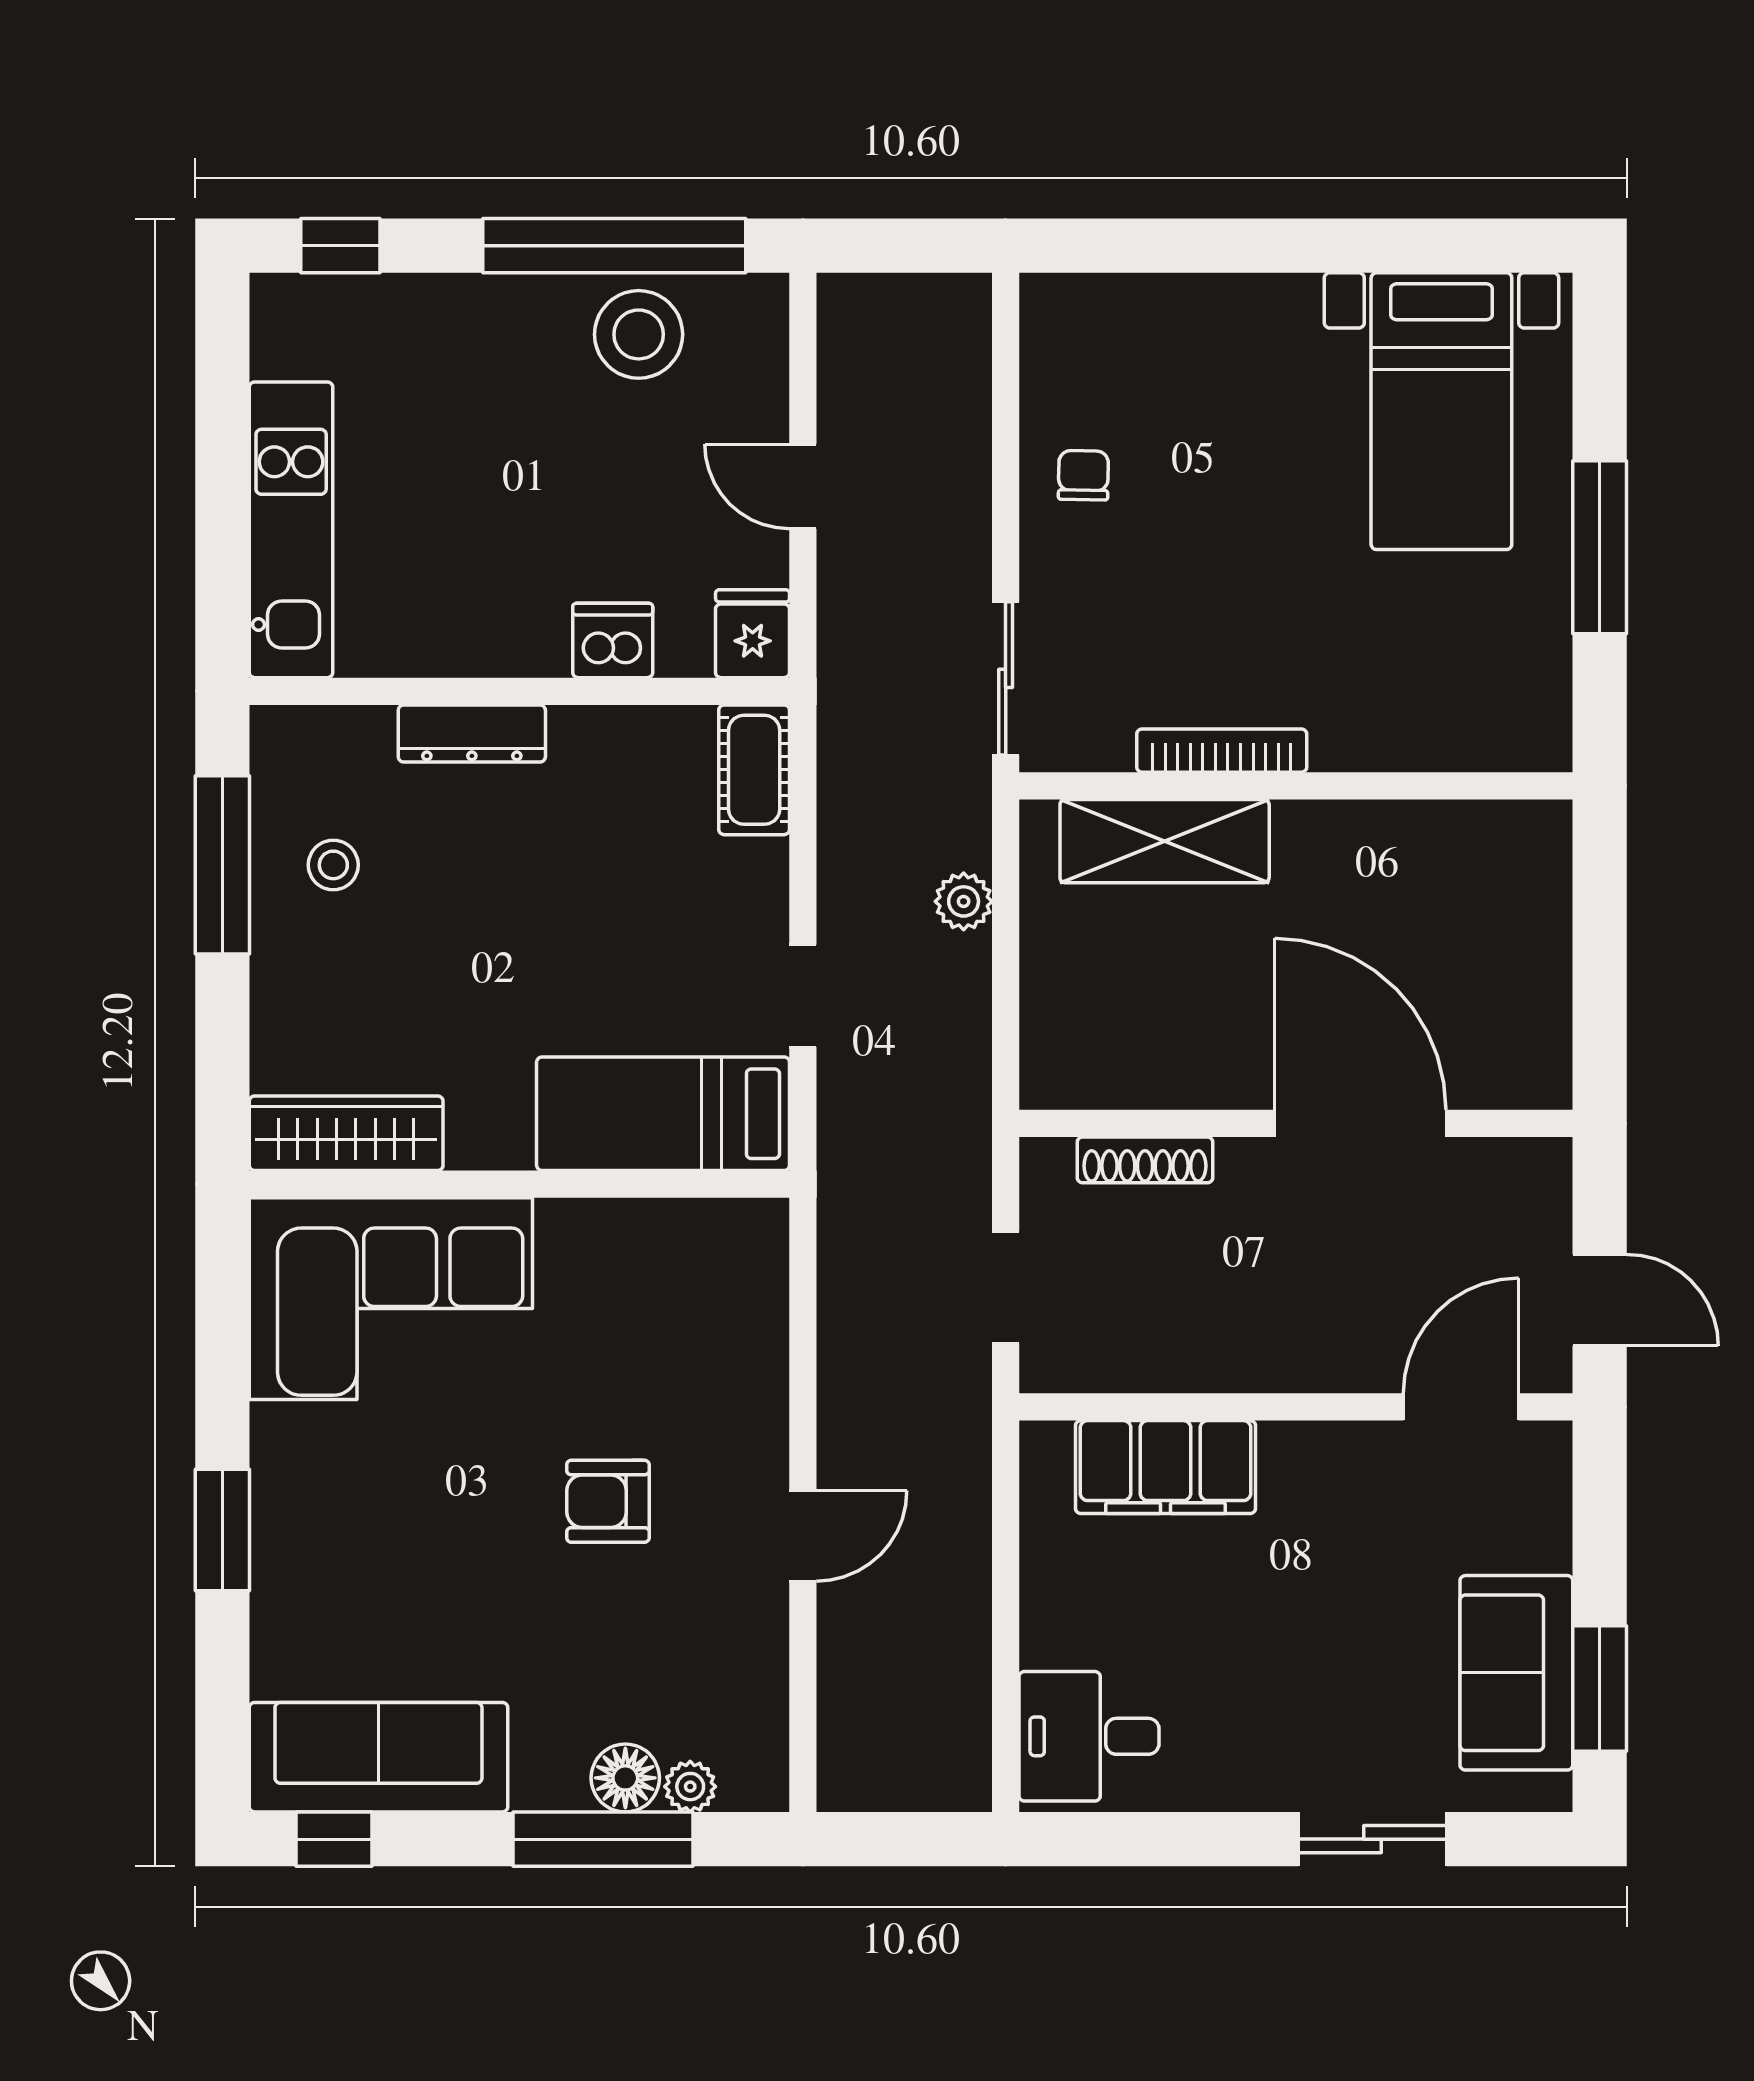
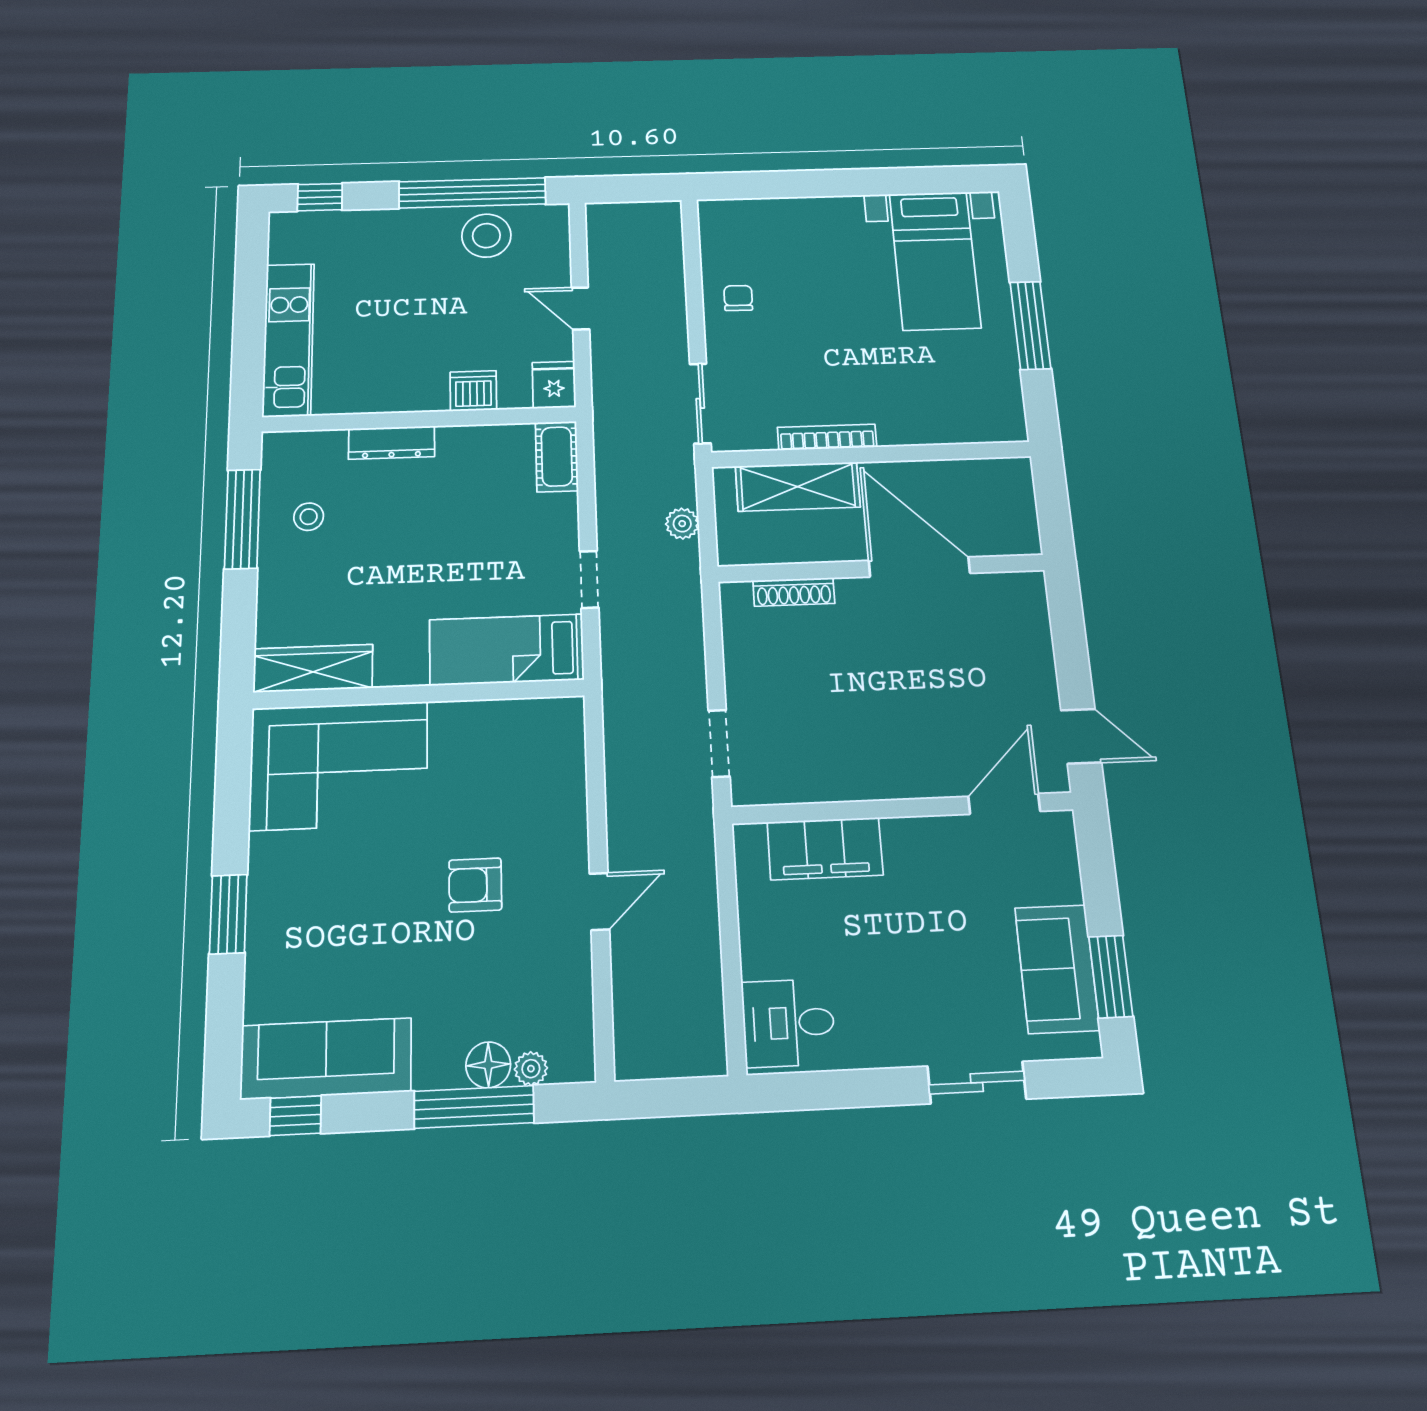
wall: (1296, 1123) -> (881, 568), moved
door: (1360, 1123) -> (919, 567), moved
shoe rack: (1145, 1160) -> (794, 592), moved

